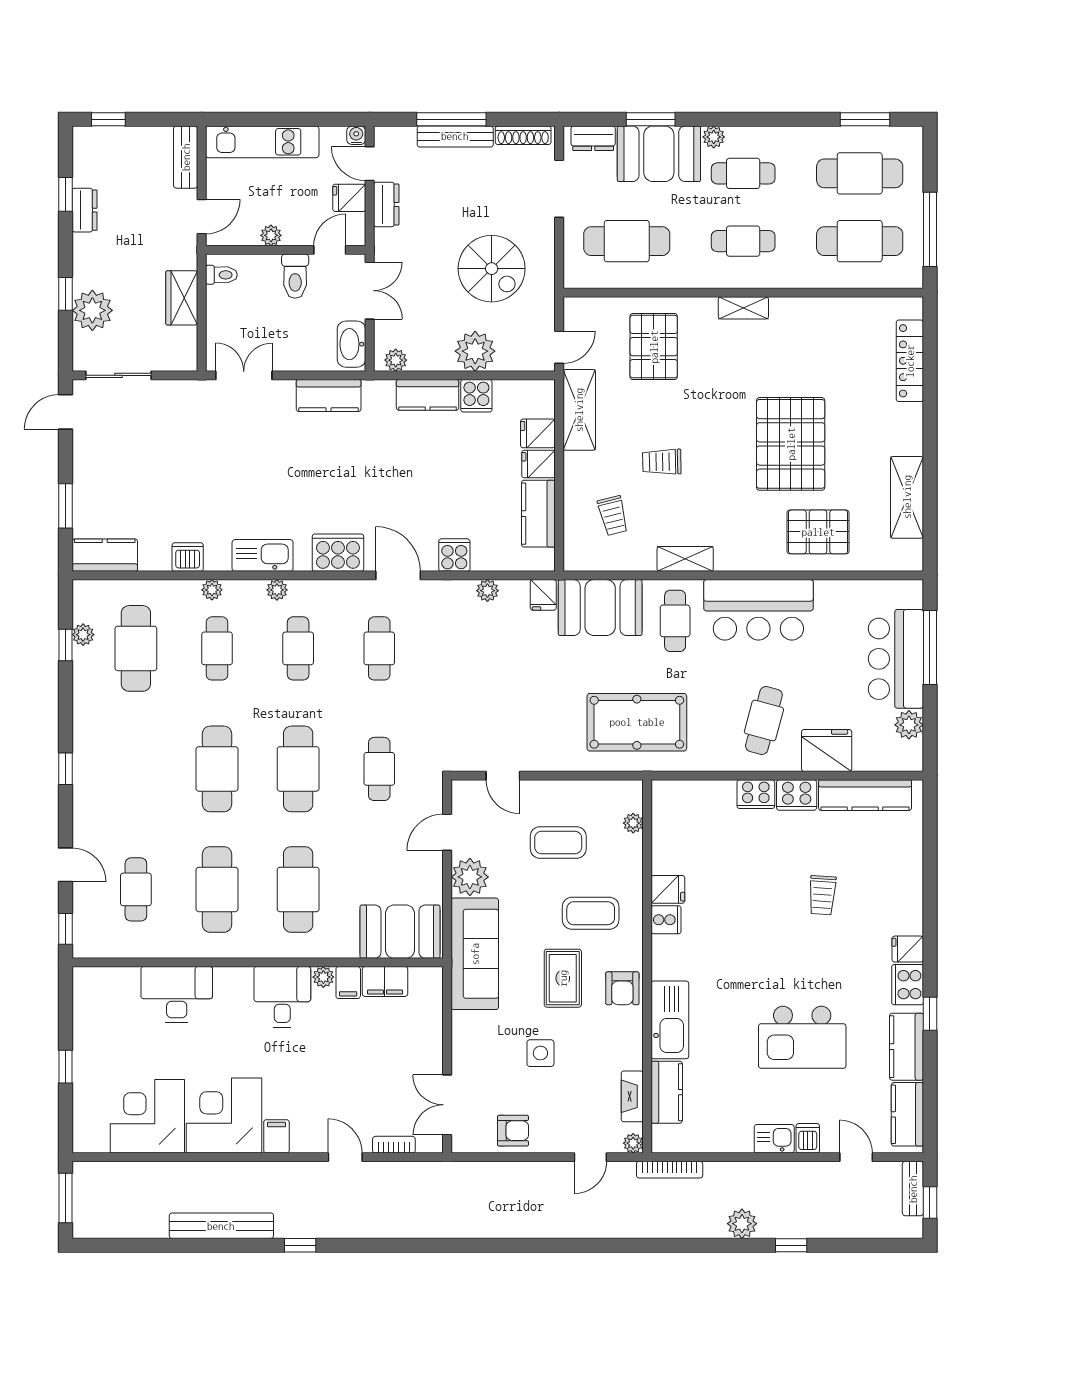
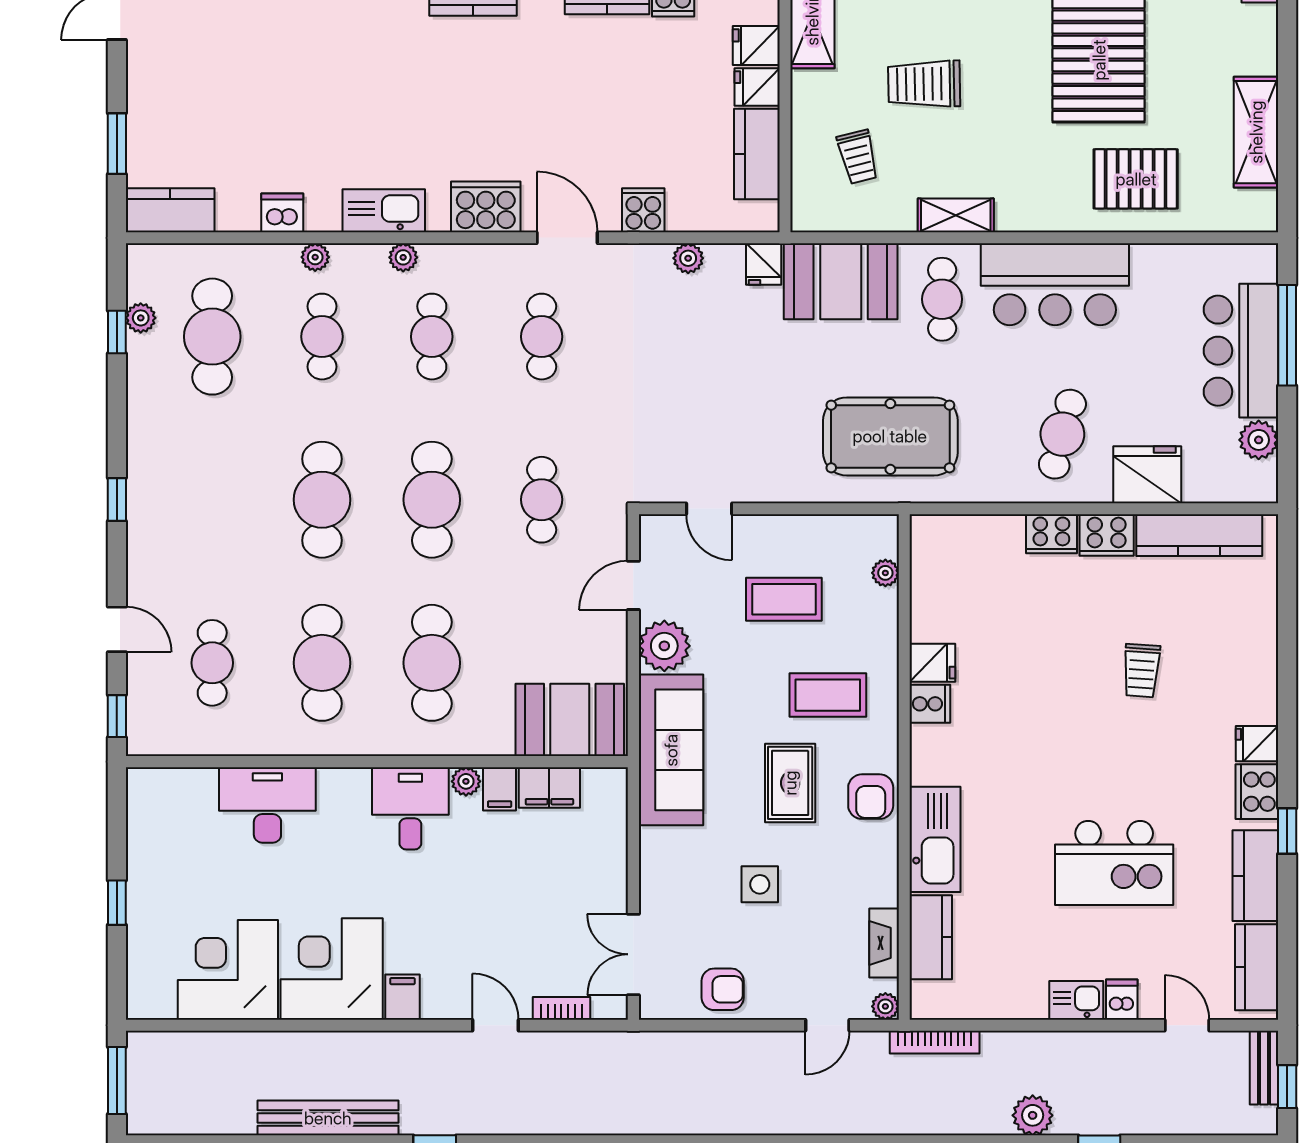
trolley: (662, 462) -> (924, 84), width x1.36, depth x1.39

